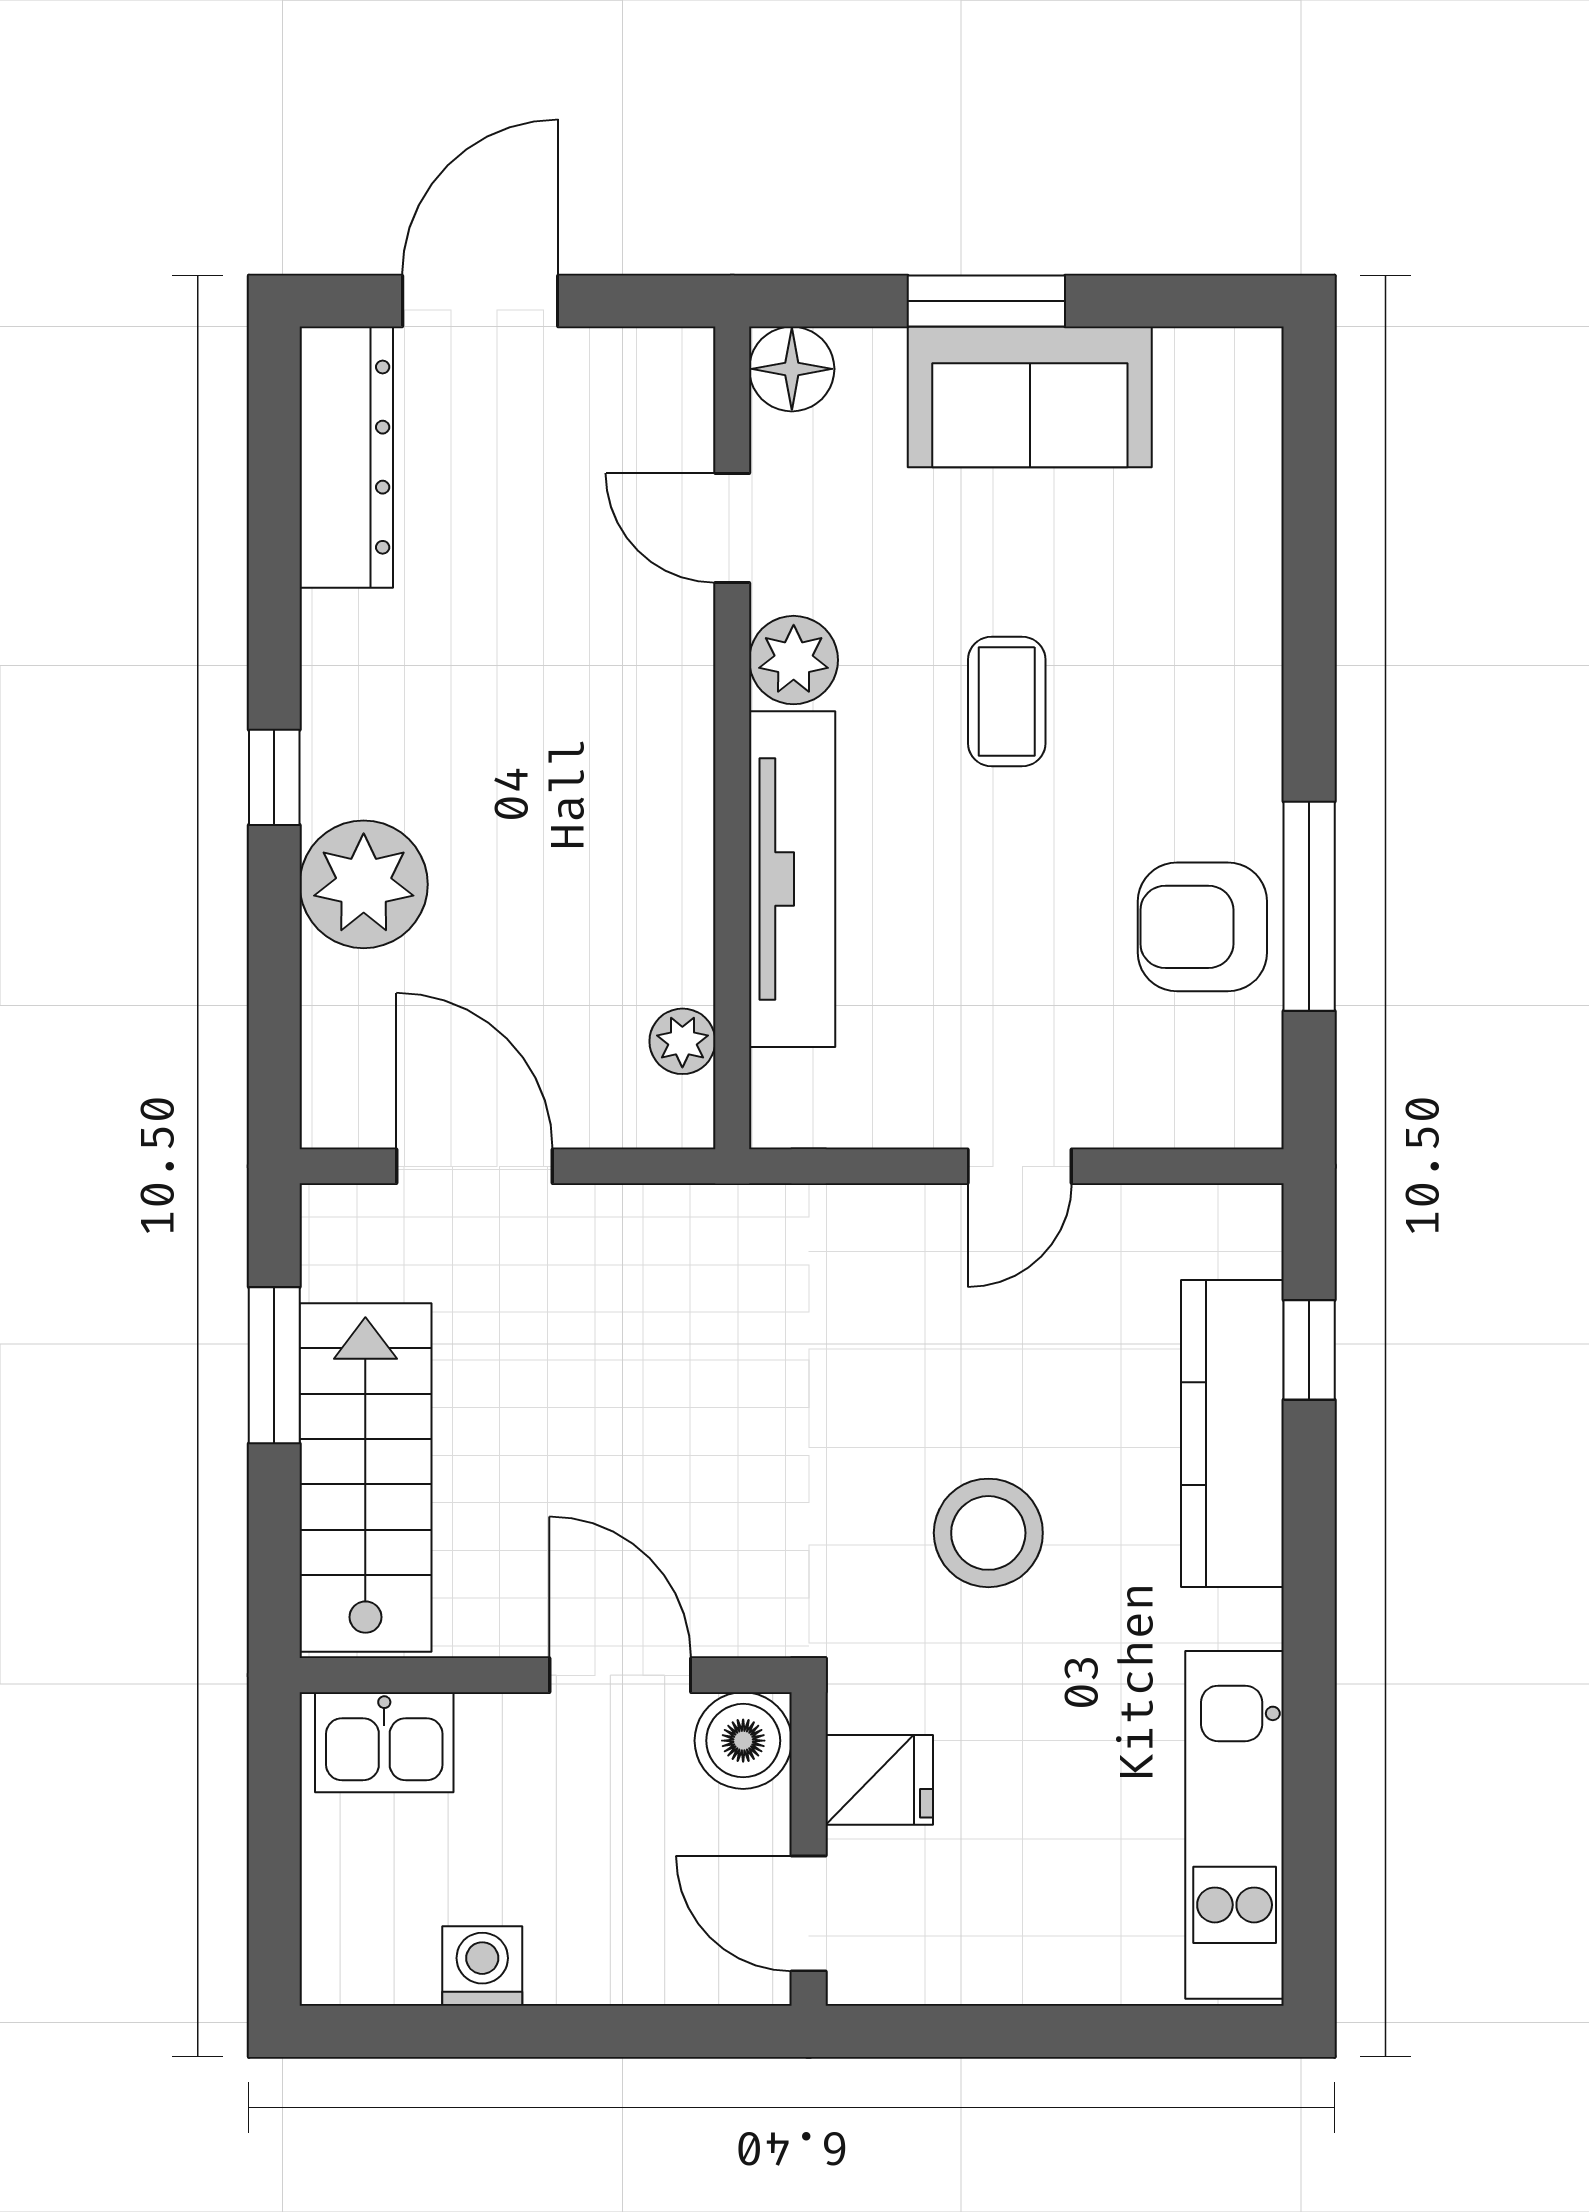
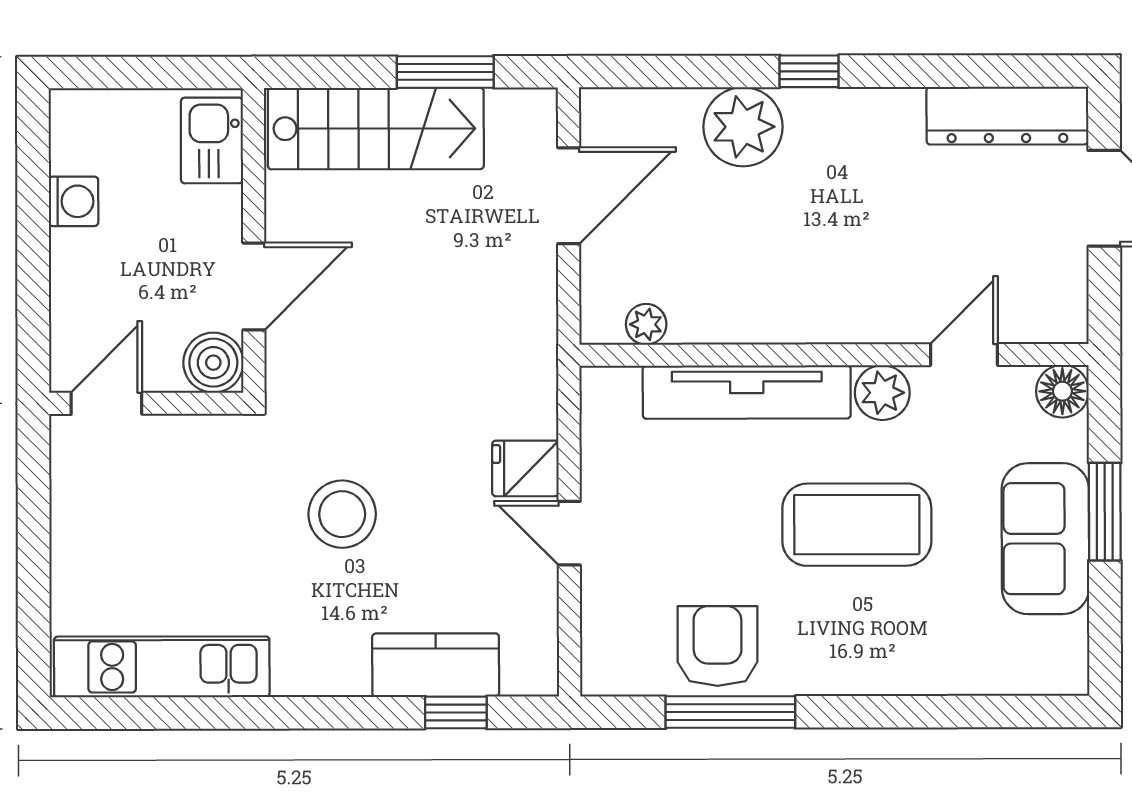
coffee table: (1007, 701) -> (857, 525), width x1.86, depth x1.72
kitchen counter: (1232, 1434) -> (436, 665), width x0.67
fridge: (879, 1780) -> (525, 468), moved, turned 90

